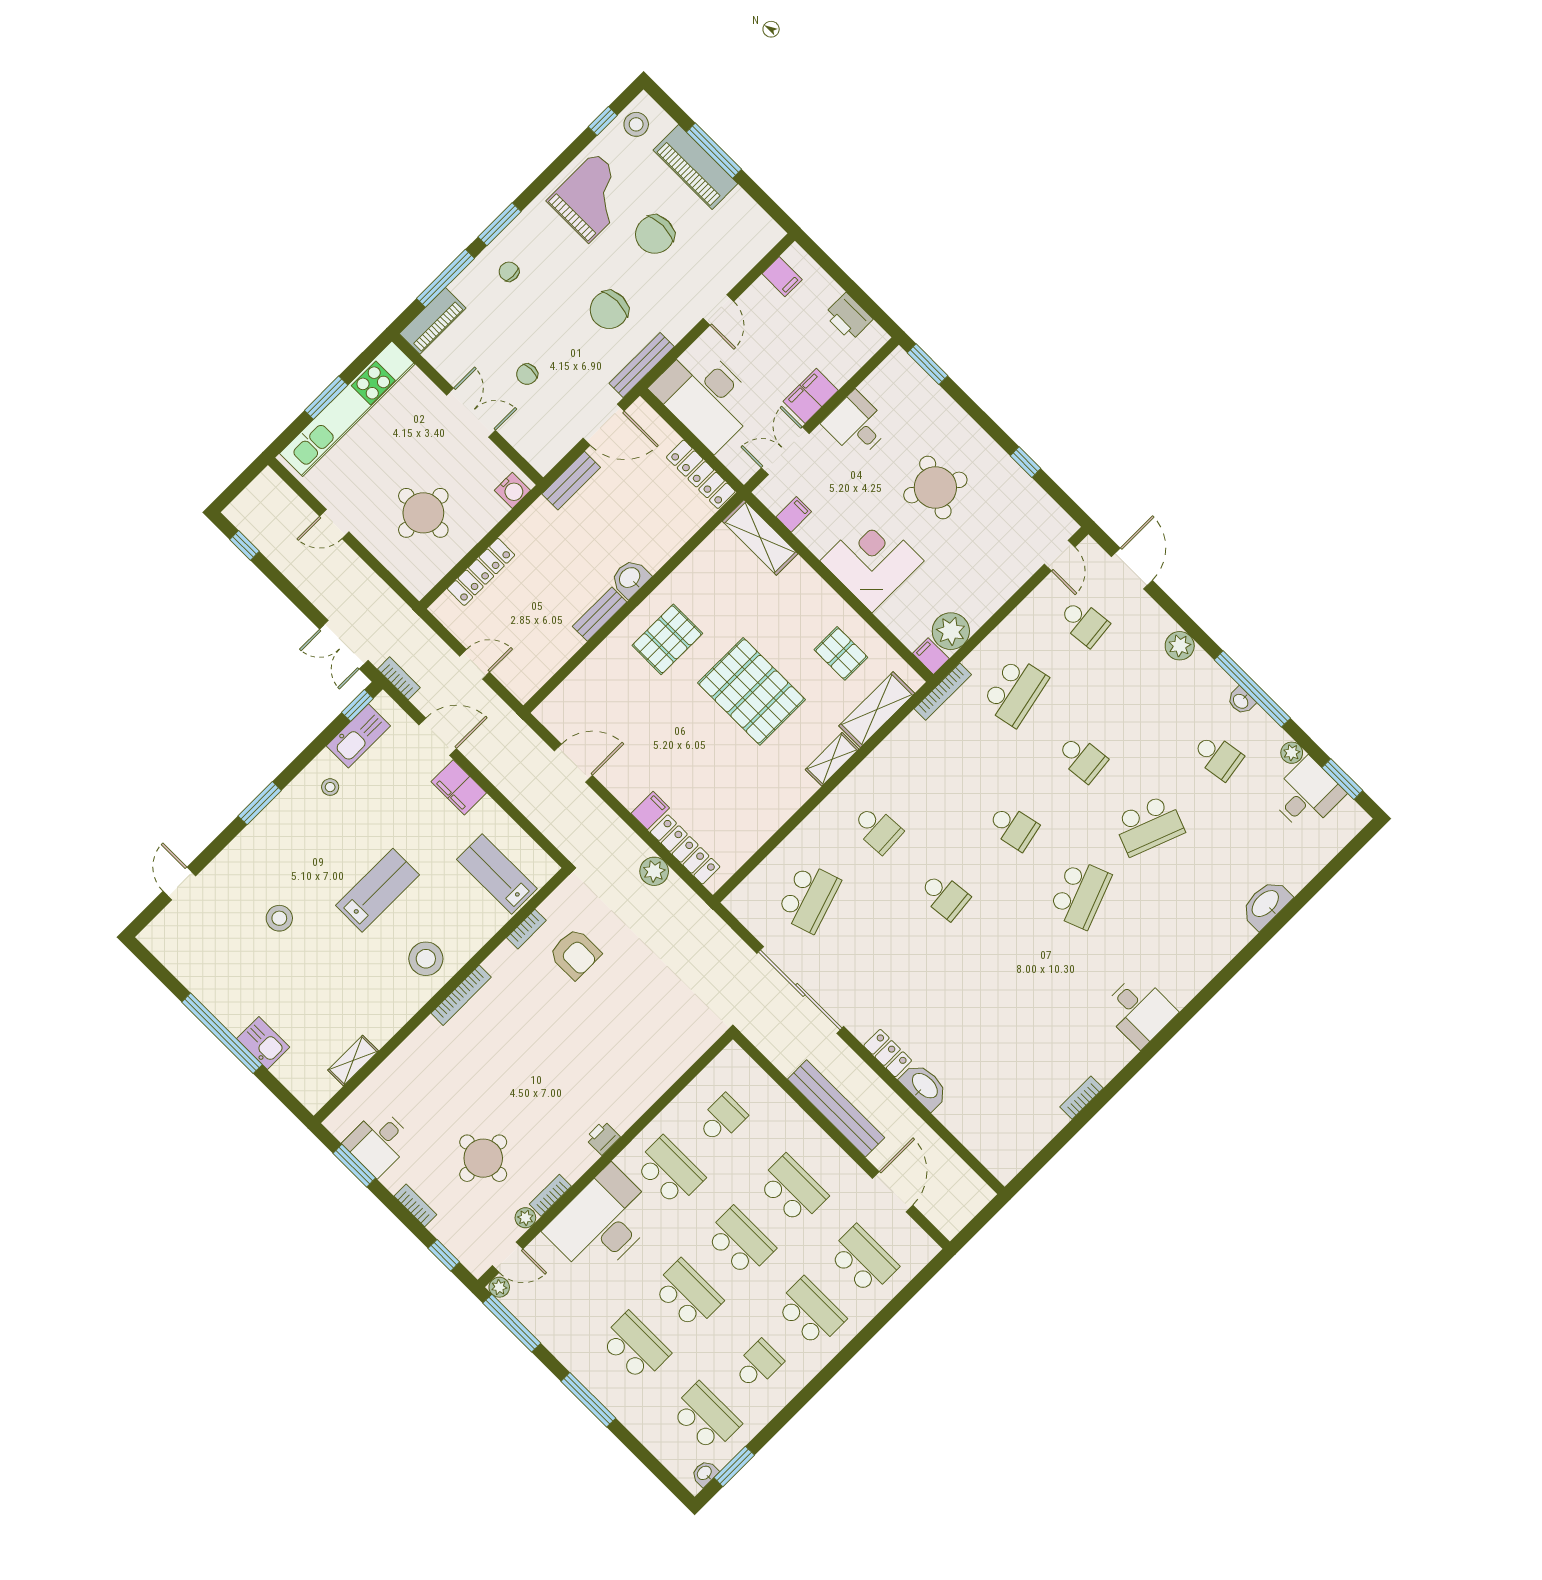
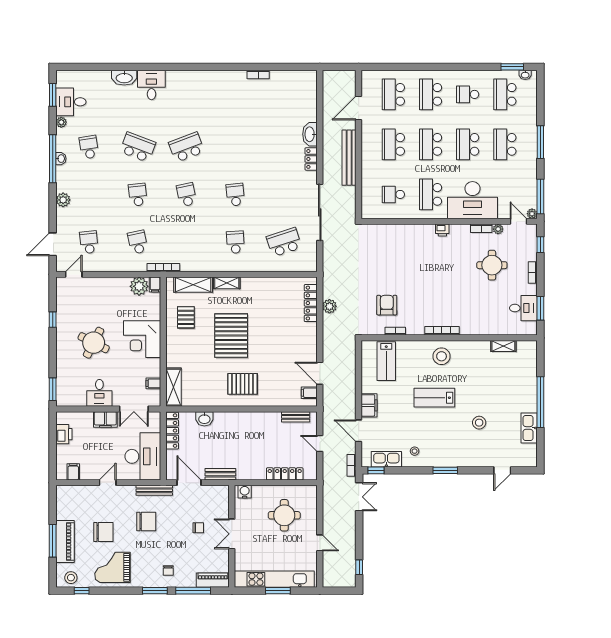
washbasin: (630, 578) -> (204, 419), moved
bench: (600, 614) -> (296, 417), moved
school desk: (1015, 691) -> (138, 242), width x0.54
filing cabinet: (650, 811) -> (309, 393), moved
desk: (1139, 1011) -> (151, 85), moved
kitchen sink: (263, 1043) -> (529, 428), moved, width x1.38

